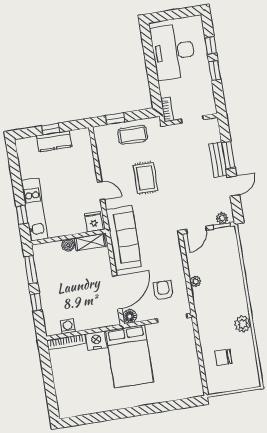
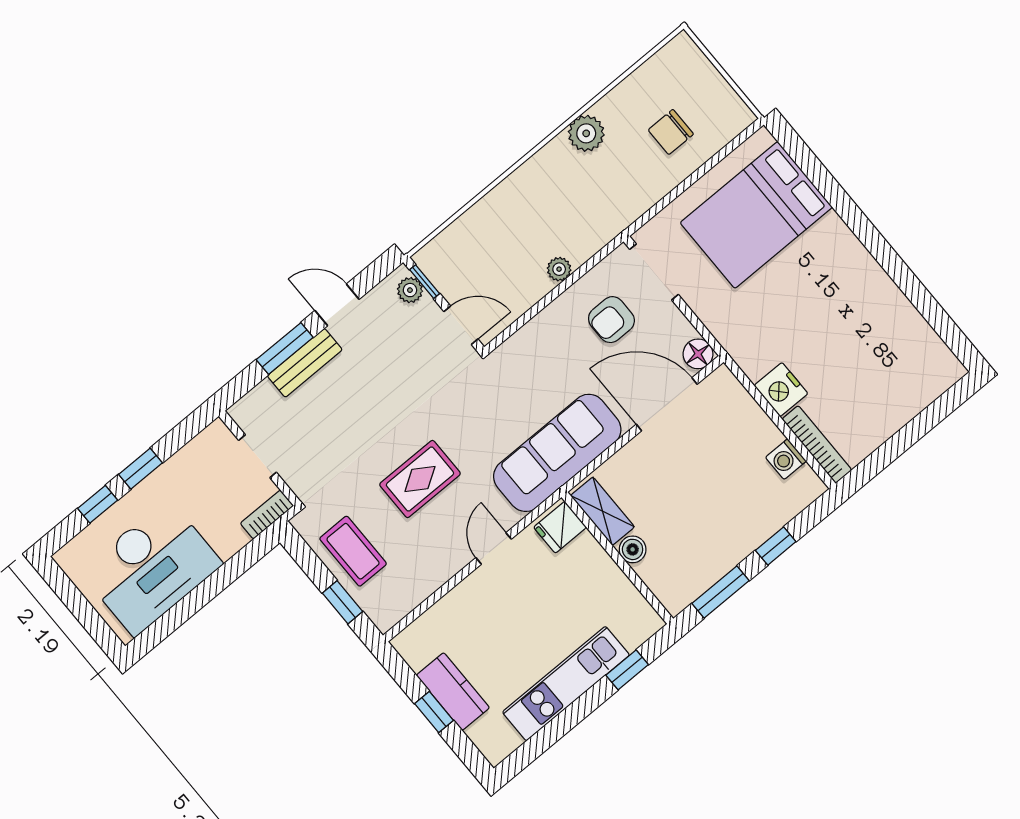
kitchen unit: (34, 209) -> (566, 684), moved
bed: (129, 356) -> (756, 215), moved, turned 180
chair: (223, 357) -> (671, 132), turned 90

